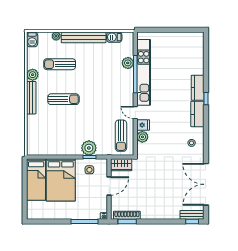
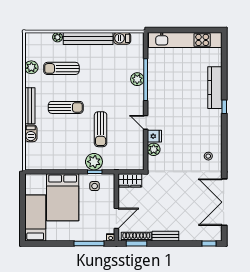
barbecue: (32, 39) -> (31, 133), moved
plant: (128, 63) -> (137, 79), moved
kitchen unit: (144, 72) -> (185, 40), moved, turned 90
plant: (33, 75) -> (31, 67), moved
kitchen counter: (198, 88) -> (215, 88), width x1.50
kitchen counter: (197, 114) -> (215, 124), removed
sun lounger: (121, 136) -> (101, 129), moved
bed: (36, 179) -> (35, 218), moved, turned 180
door: (109, 186) -> (116, 218), moved
bench: (192, 215) -> (165, 236), moved

